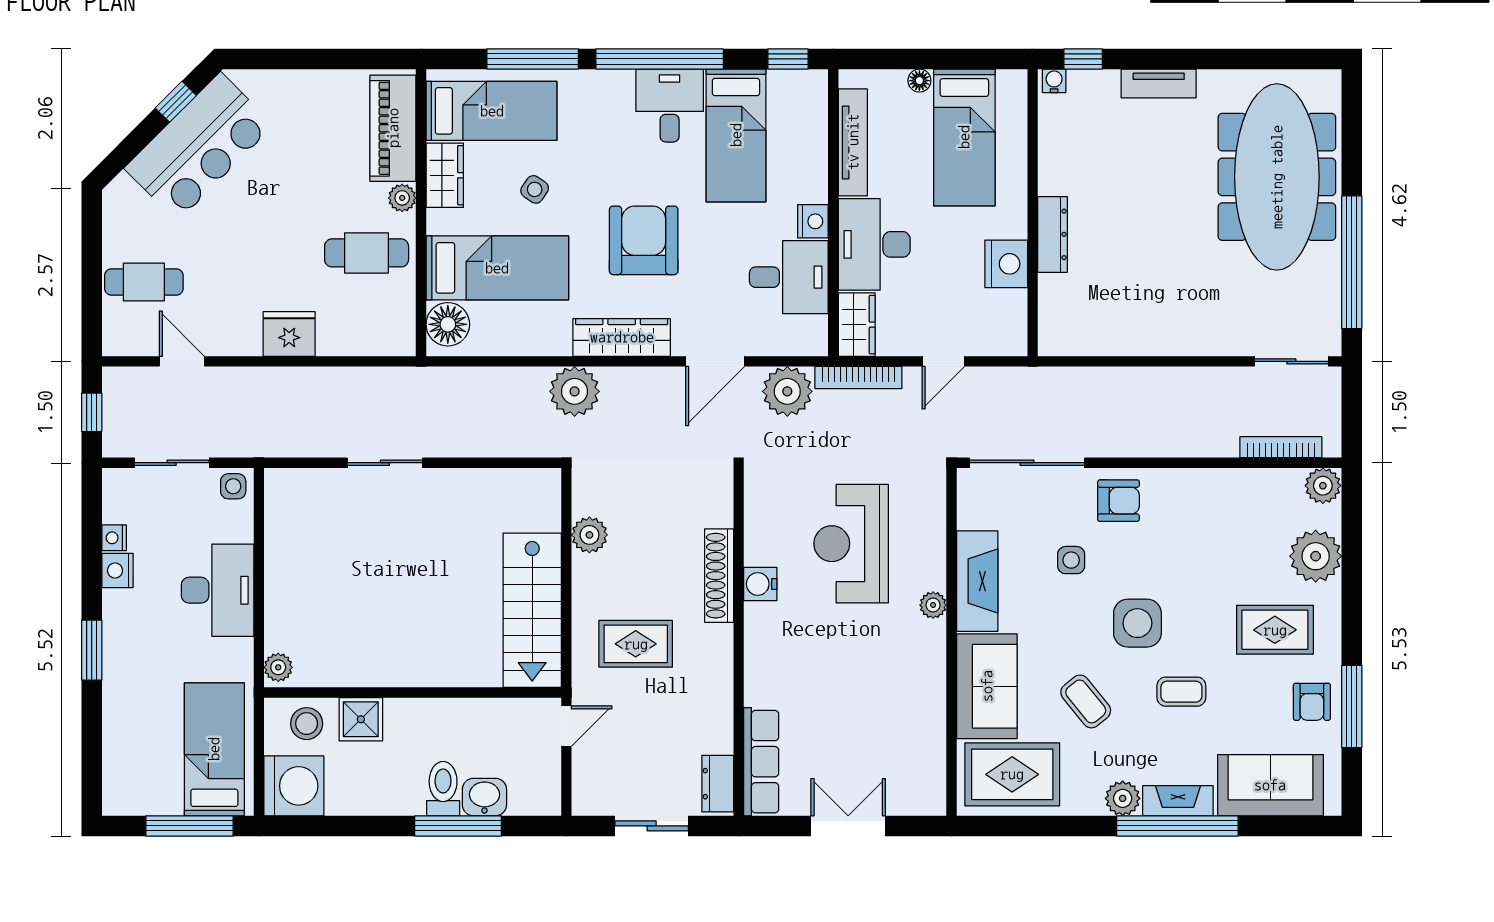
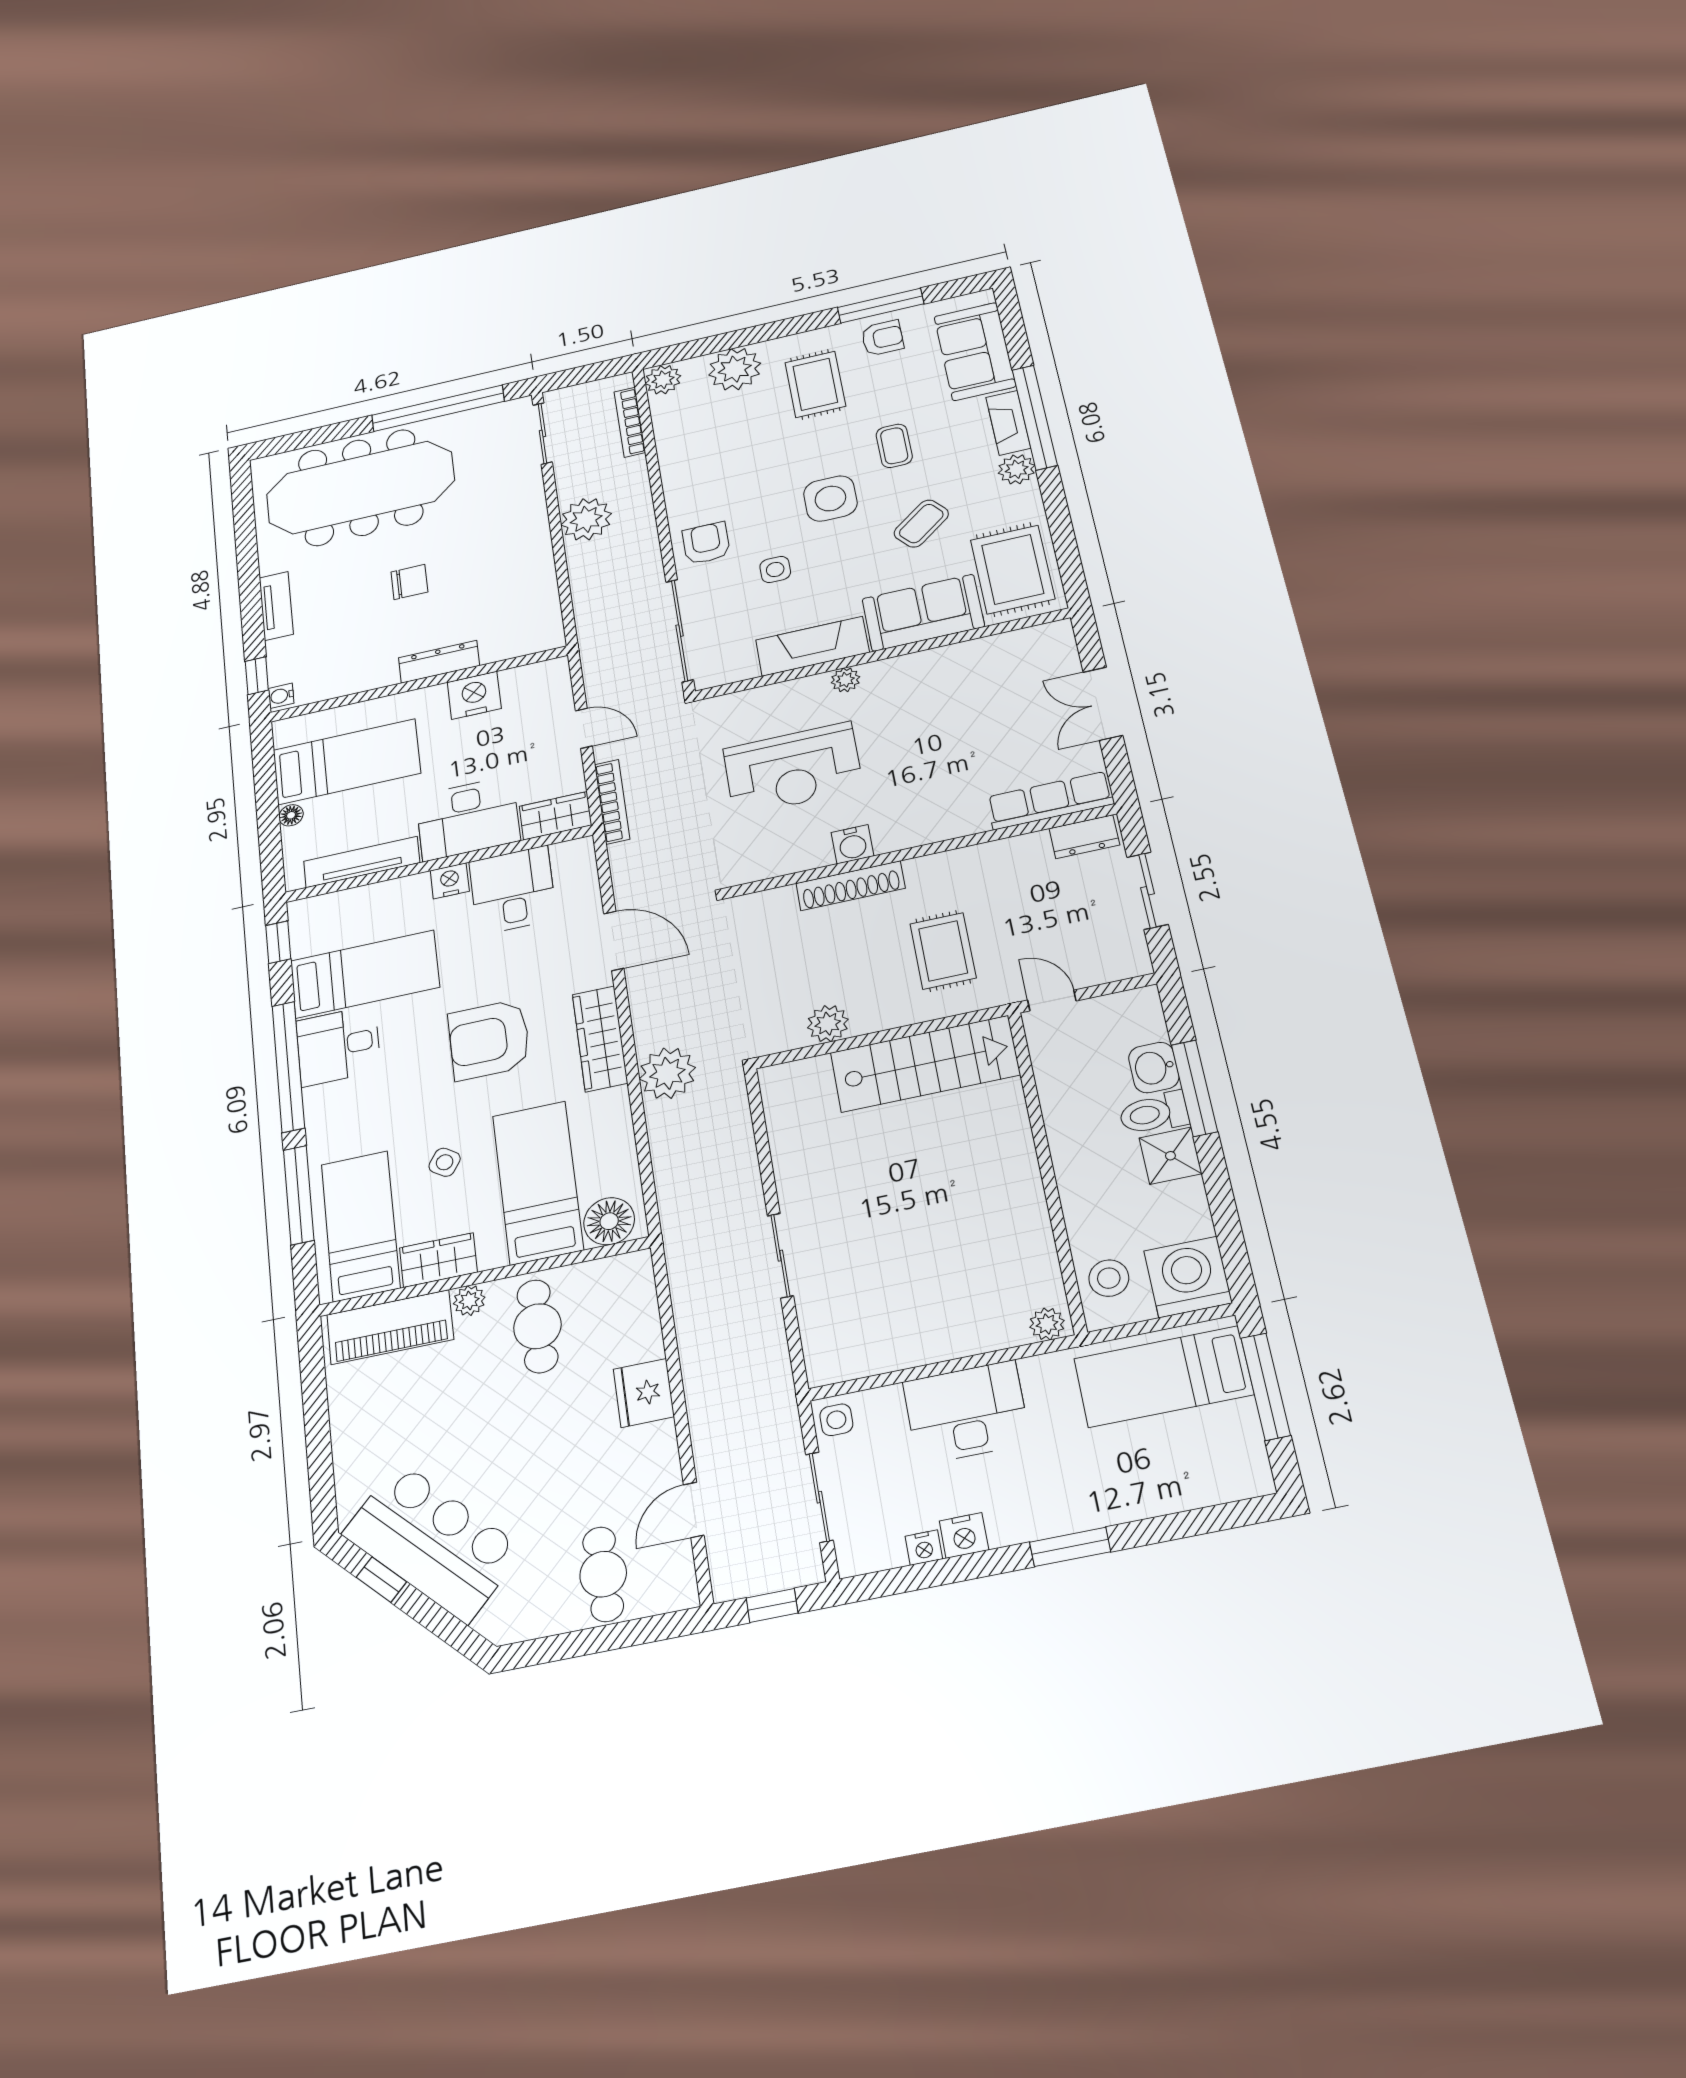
chair: (1151, 215) -> (409, 582), added
plant: (787, 391) -> (586, 519), moved
shower: (361, 719) -> (1170, 1156), moved

